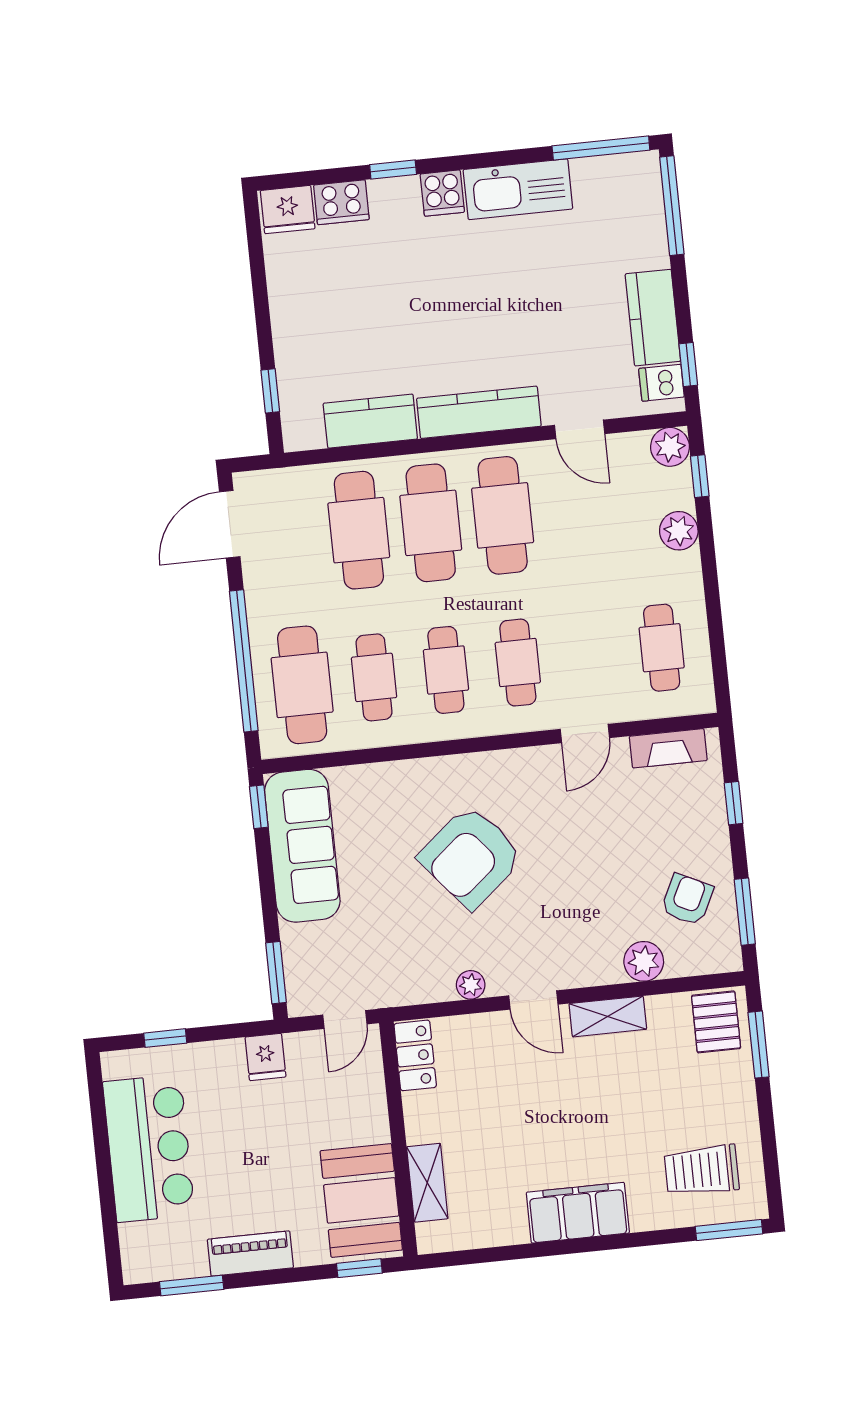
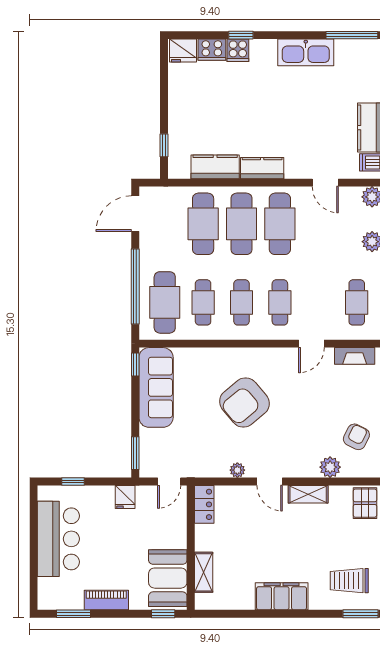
cooker: (442, 193) -> (238, 50), moved
kitchen counter: (479, 412) -> (262, 168), width x0.67

